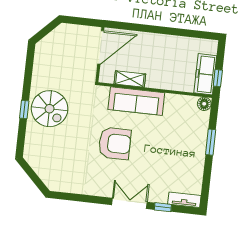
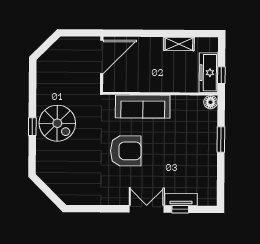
shelving: (130, 79) -> (179, 44), moved
tv unit: (184, 200) -> (181, 199), moved

